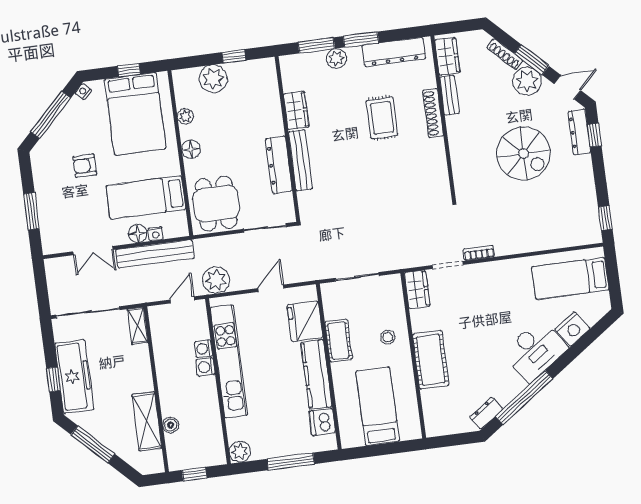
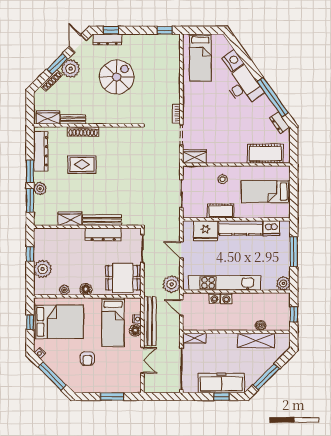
cot: (431, 360) -> (265, 154), moved

